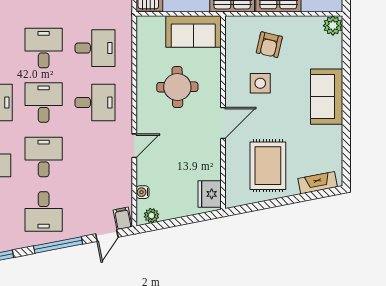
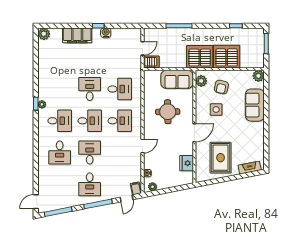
plant: (235, 34) -> (201, 81), added
sofa: (327, 97) -> (255, 105), moved
desk: (44, 103) -> (90, 121), turned 90
fridge: (210, 194) -> (187, 163), moved

